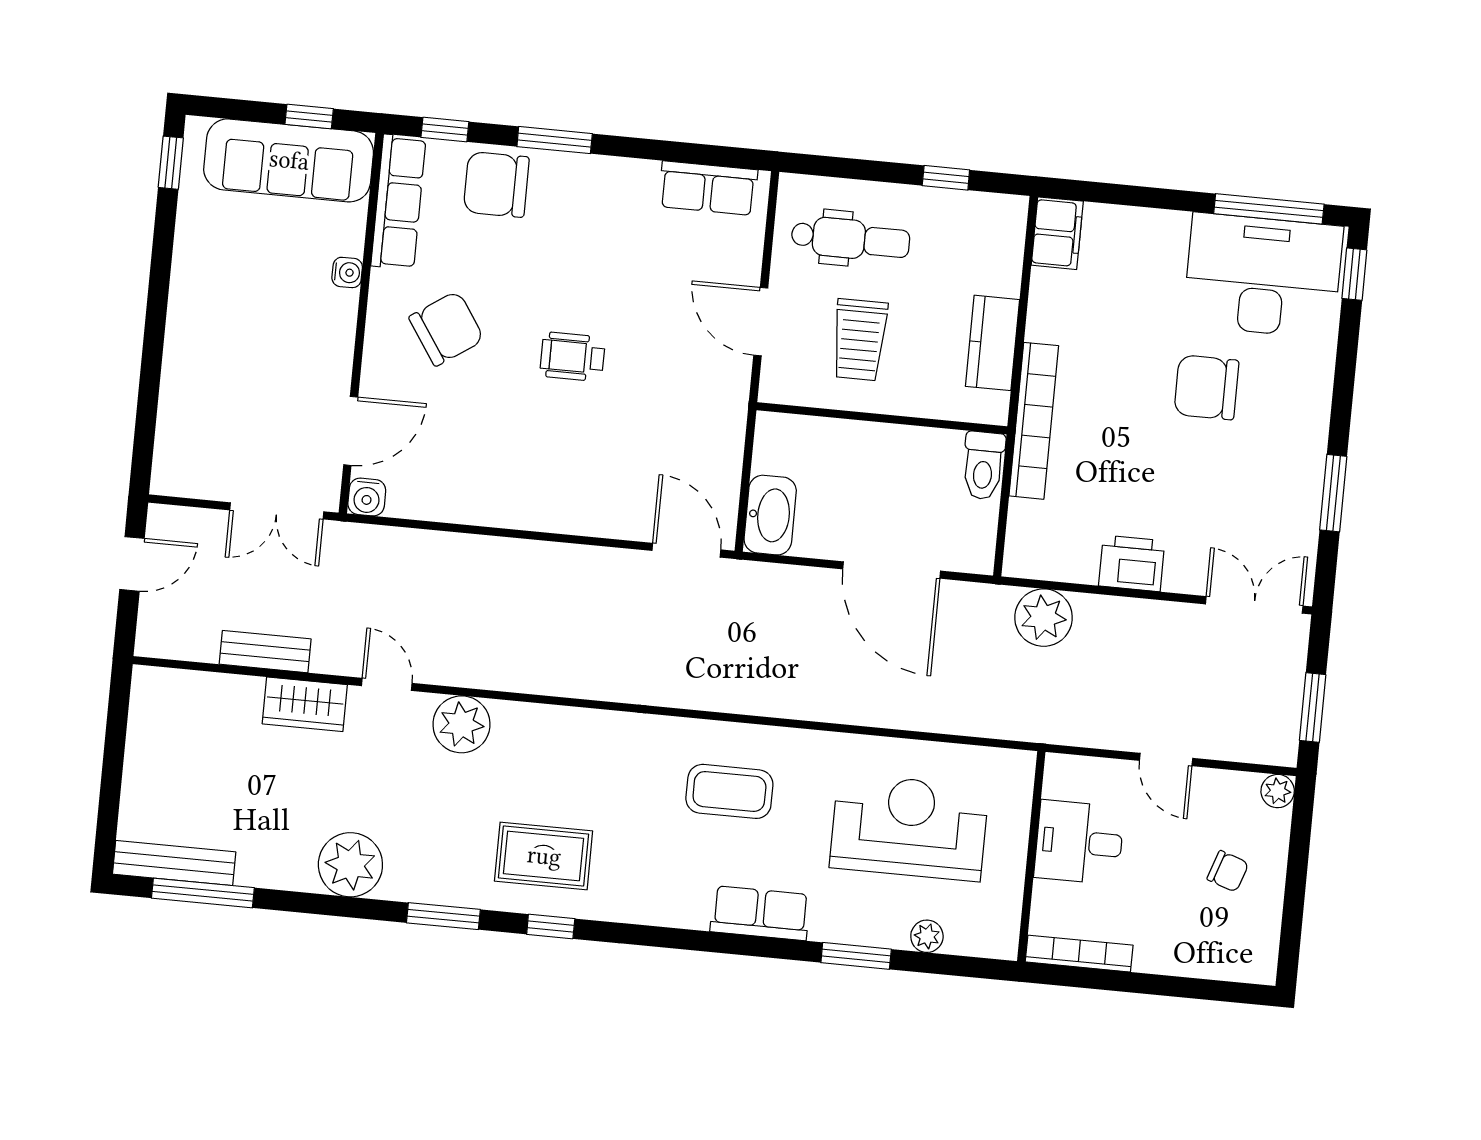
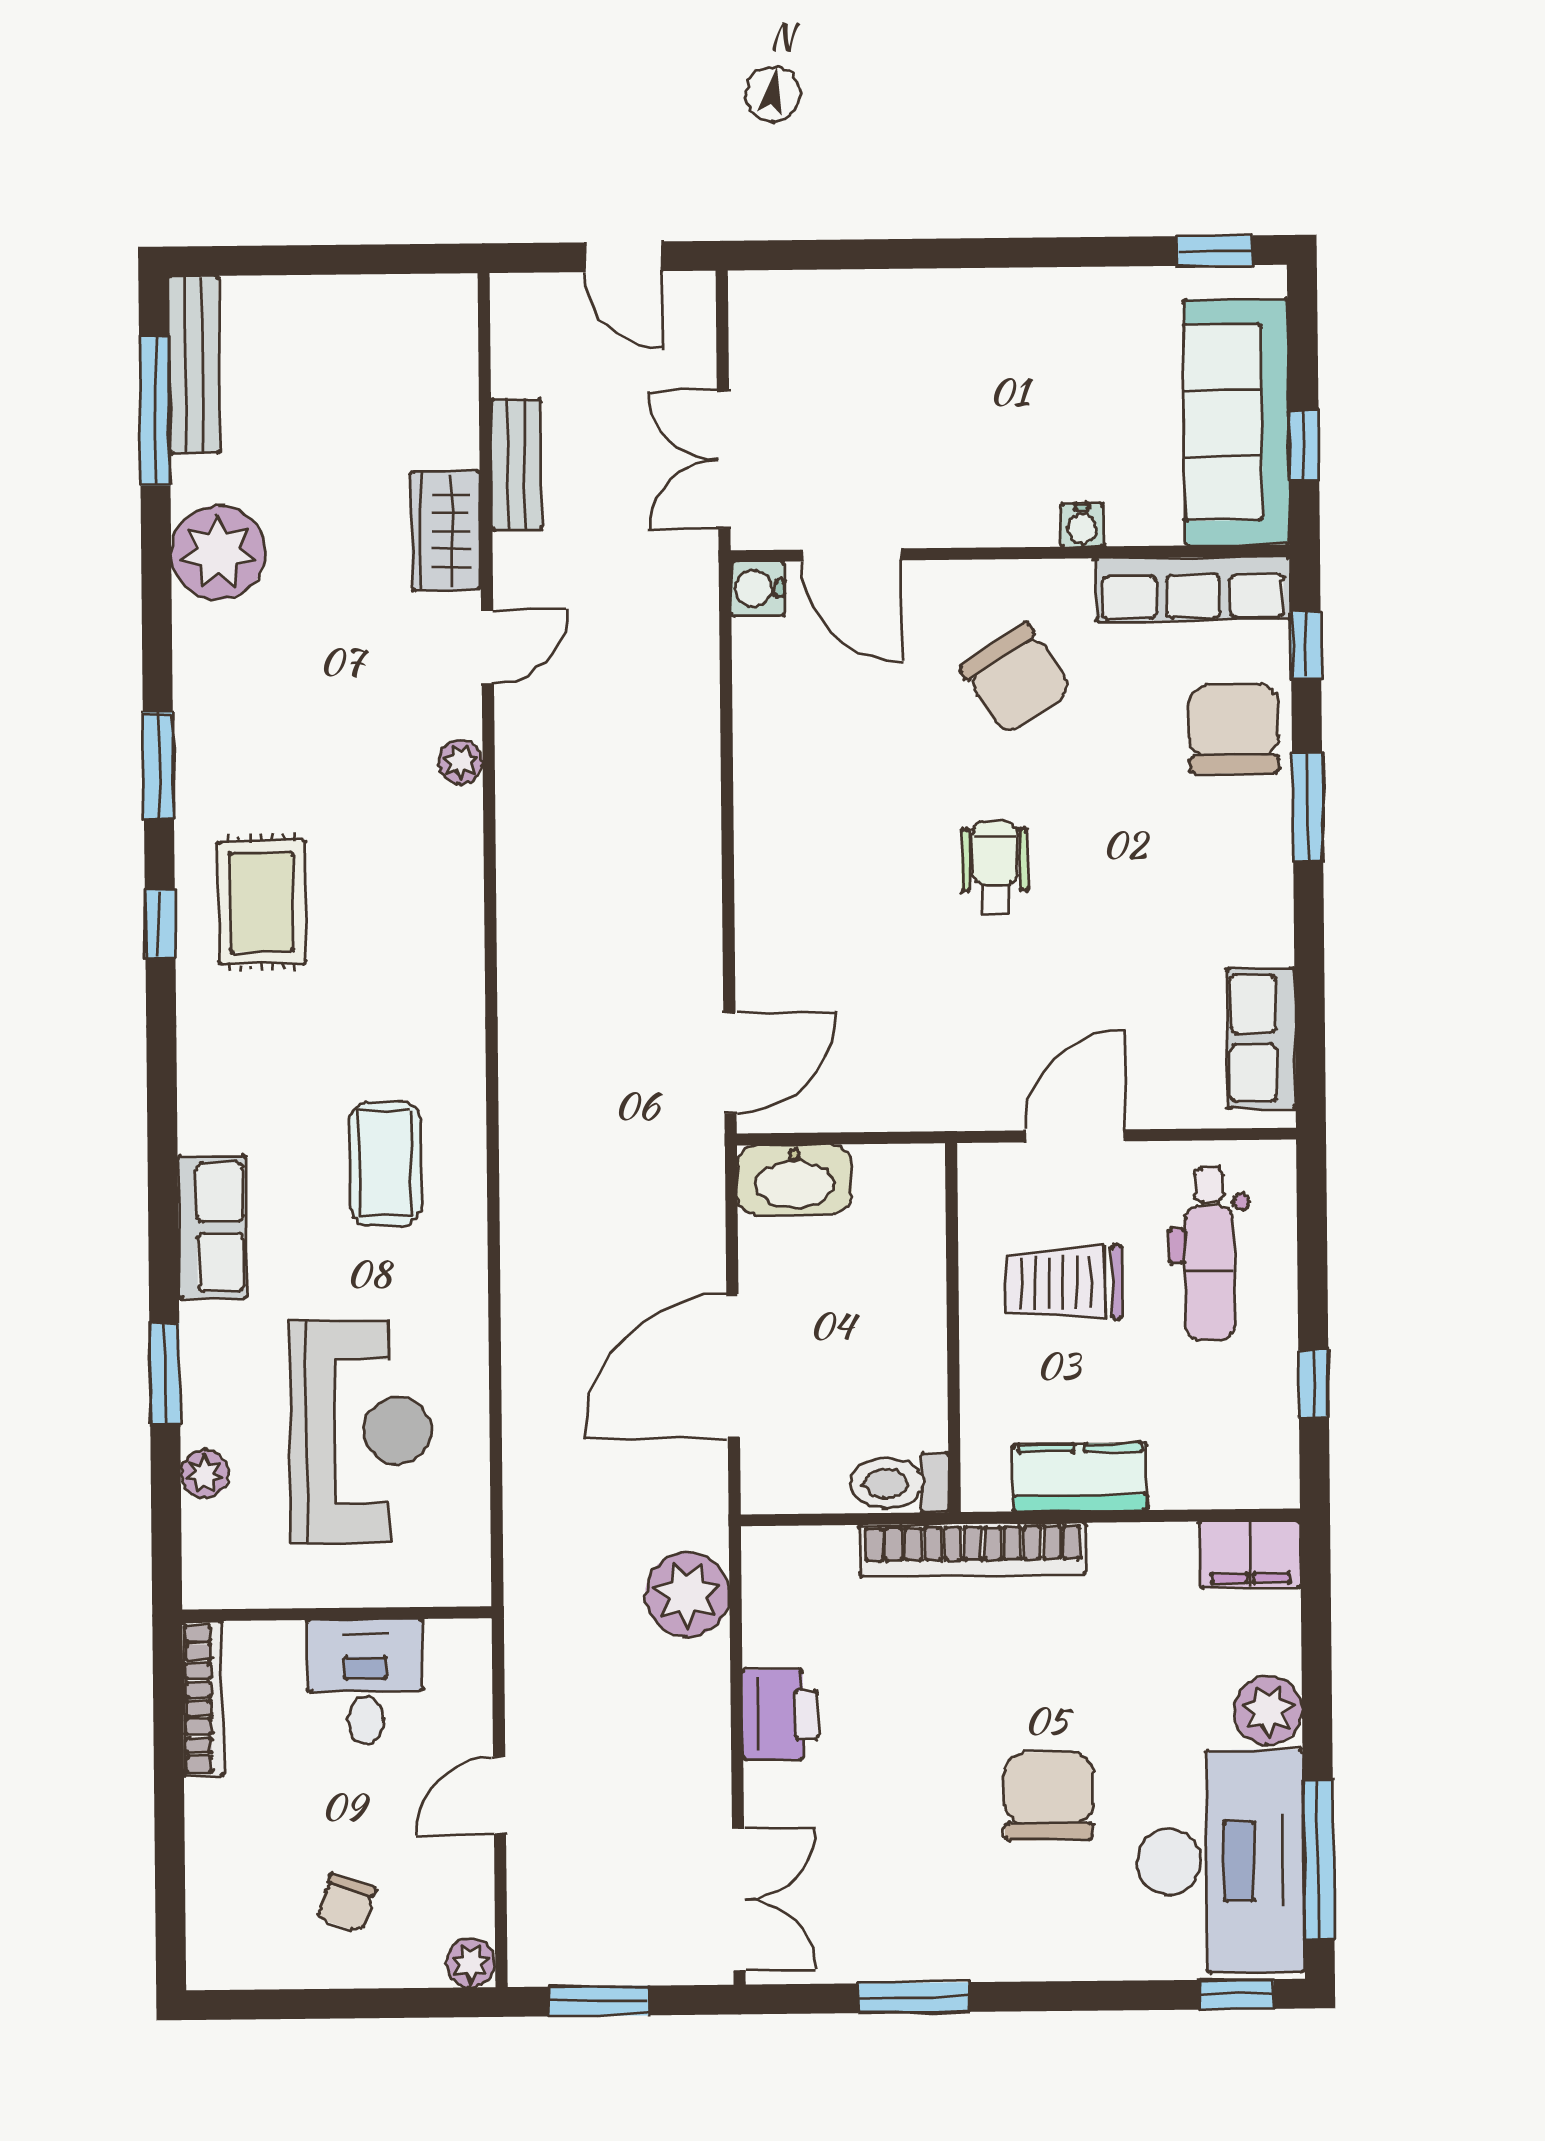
plant: (1164, 232) -> (1268, 1711), added
plant: (461, 724) -> (460, 762), width x0.53, depth x0.53
plant: (350, 865) -> (218, 553), moved

